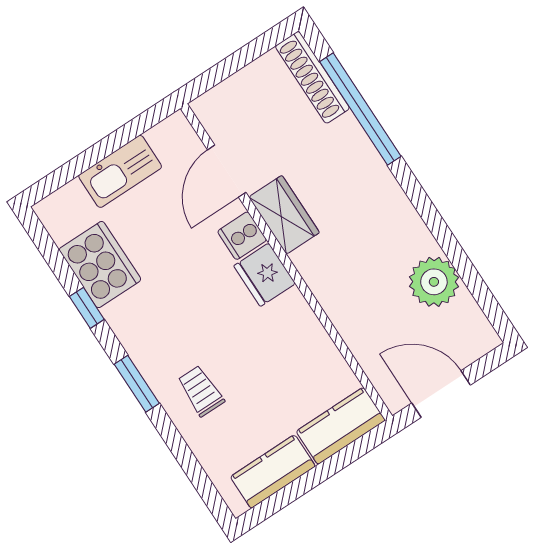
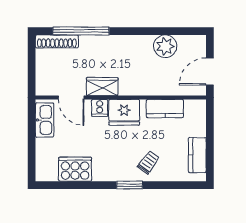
kitchen sink: (120, 171) -> (45, 120), moved
fridge: (265, 275) -> (124, 112), width x1.36, depth x1.34
window: (87, 308) -> (88, 185), removed
trolley: (201, 391) -> (148, 162), turned 126
kitchen counter: (341, 426) -> (165, 109), moved, turned -90

